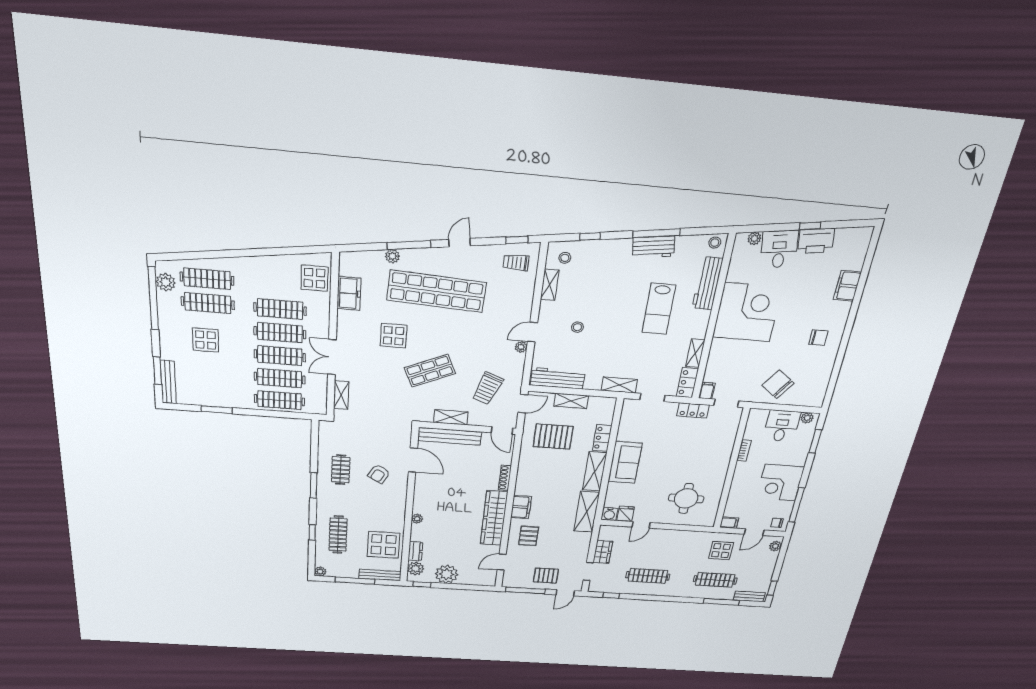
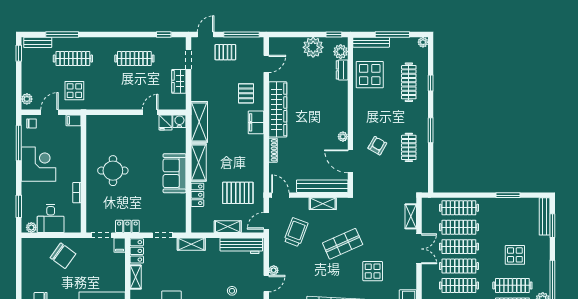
round table: (686, 498) -> (113, 171), moved
plant: (417, 519) -> (343, 137), moved

